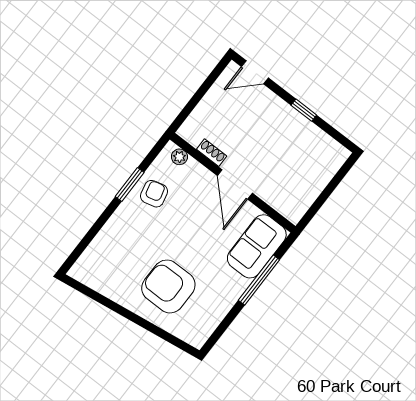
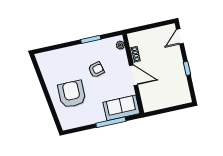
door: (255, 72) -> (180, 36), hinge flipped
door: (235, 184) -> (134, 75), swing flipped
armchair: (154, 194) -> (96, 70), moved

